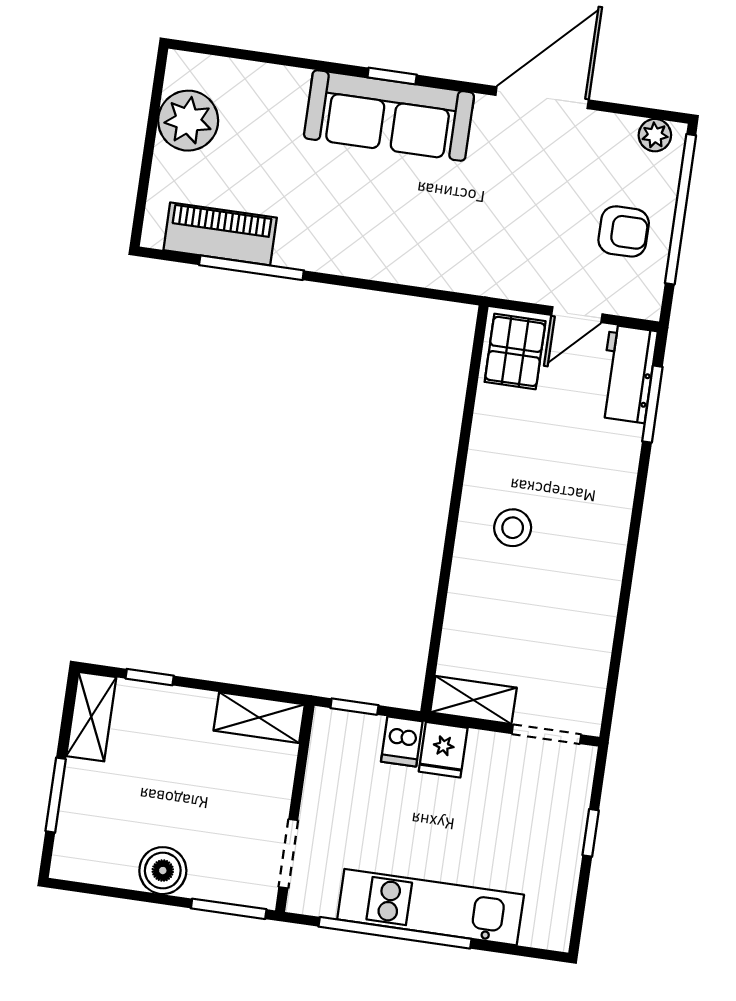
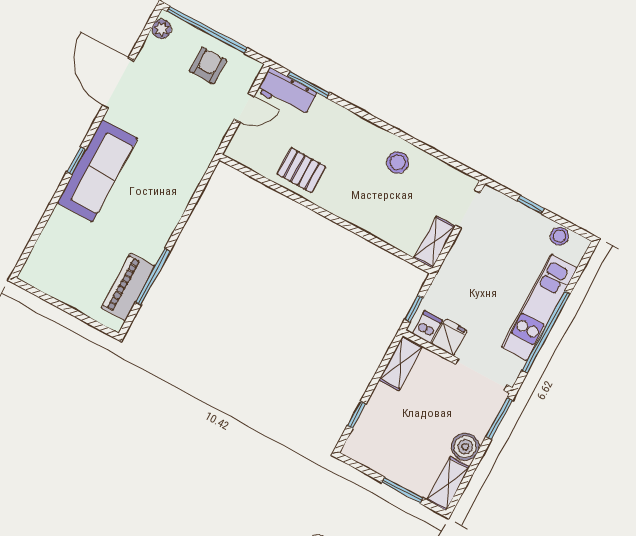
plant: (188, 121) -> (60, 282), removed
door: (577, 315) -> (244, 108), hinge flipped
pallet: (515, 351) -> (301, 170), moved
stool: (513, 528) -> (398, 162), moved
shelving: (91, 717) -> (448, 483), moved, turned 90
dishwasher: (402, 741) -> (427, 327), moved, turned -90
fridge: (443, 750) -> (450, 337), moved, turned -90
doorway: (288, 854) -> (481, 375), width x1.38
stool: (557, 897) -> (559, 236), added

